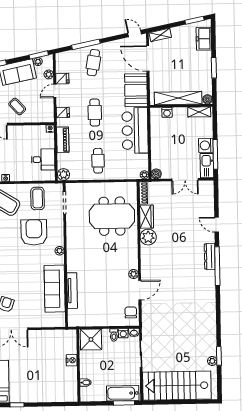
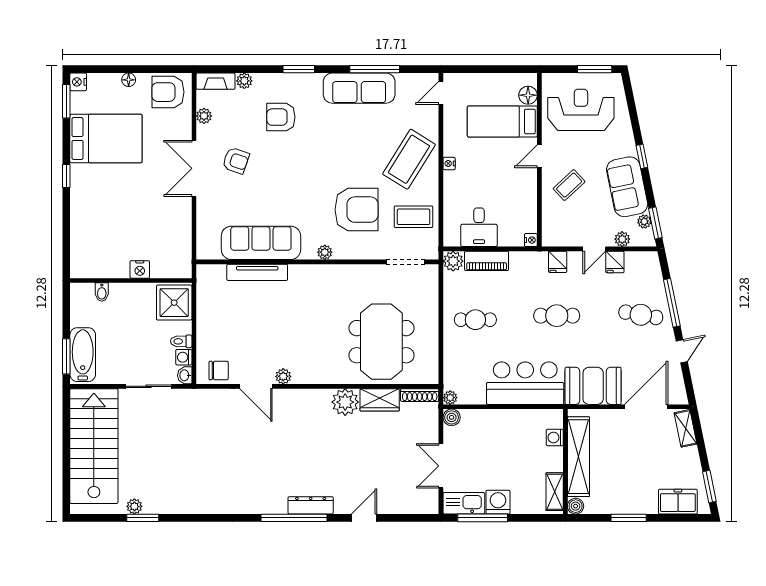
door: (135, 34) -> (682, 351), moved
door: (55, 91) -> (594, 249), swing flipped
piano: (63, 140) -> (487, 261), moved

